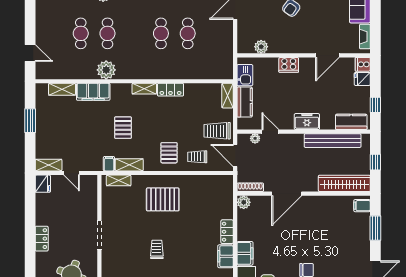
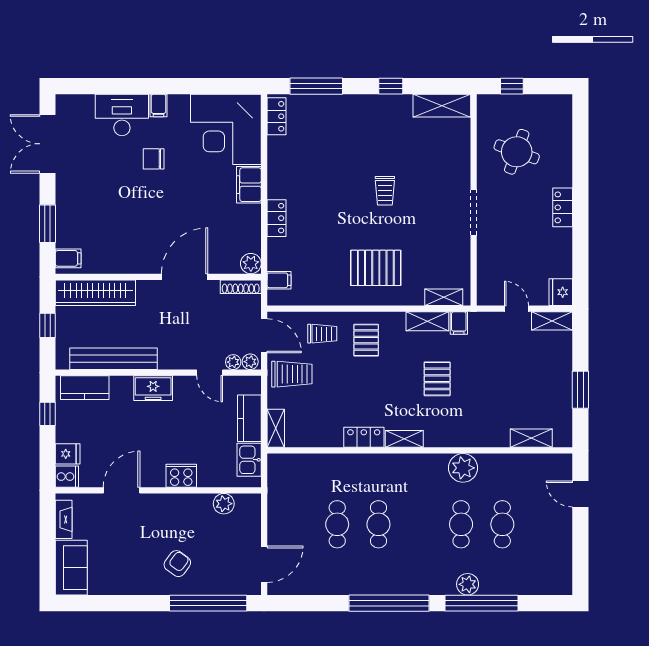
filing cabinet: (93, 92) -> (483, 434), removed
plant: (244, 139) -> (250, 362), added
filing cabinet: (225, 256) -> (279, 280), moved, width x0.50

